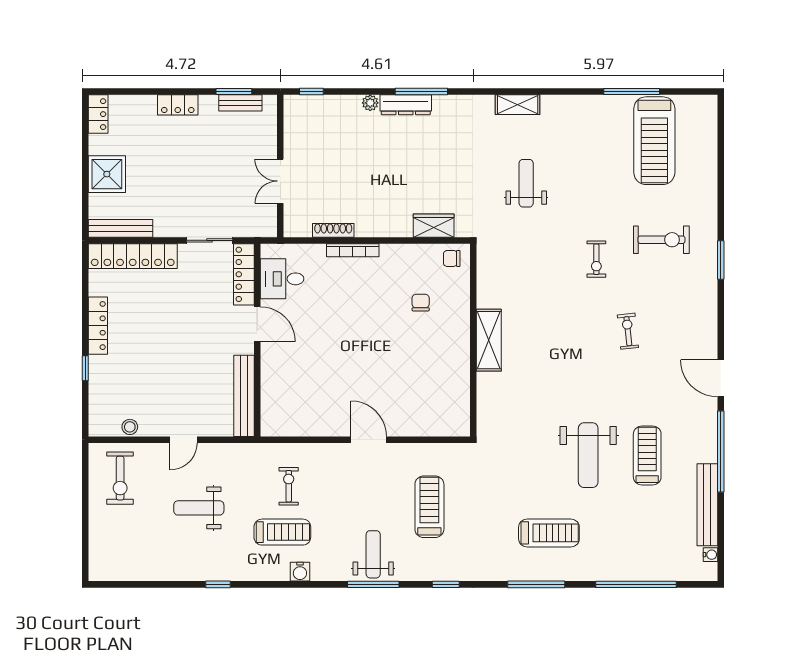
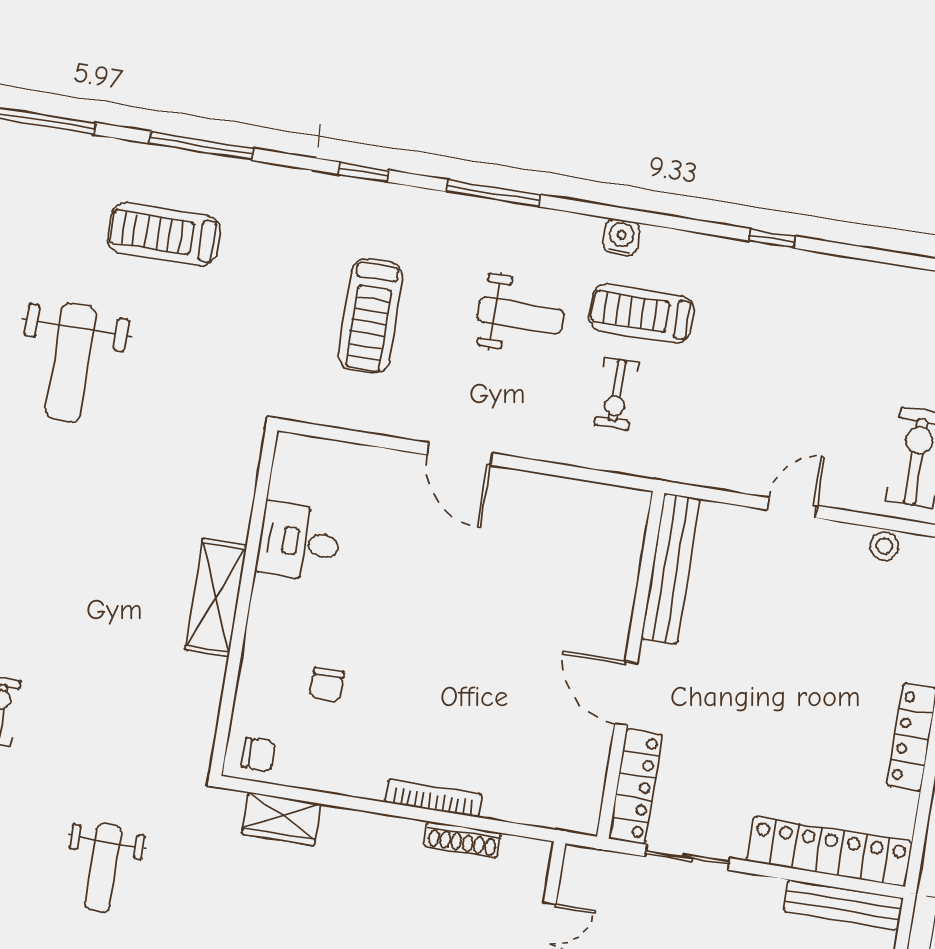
desk: (282, 279) -> (299, 542), moved, turned 180
weight bench: (588, 455) -> (71, 362), turned 180
weight bench: (199, 508) -> (784, 381), removed
weight bench: (373, 554) -> (521, 316), moved, turned -90

